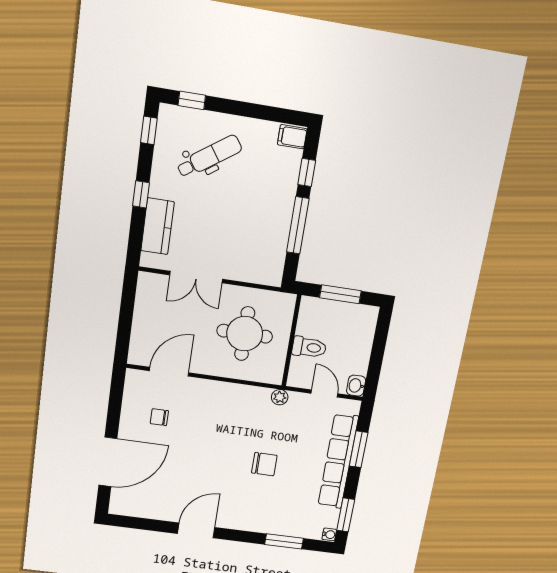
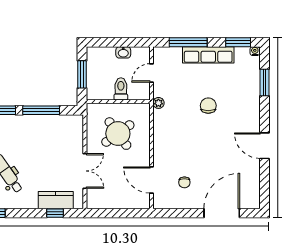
window: (141, 194) -> (55, 213), moved
round table: (245, 334) -> (118, 134), turned -36
washbasin: (356, 386) -> (123, 52), moved
window: (359, 449) -> (188, 42), width x1.44
row of seats: (338, 461) -> (208, 55), width x0.73
door: (108, 462) -> (222, 213), hinge flipped

